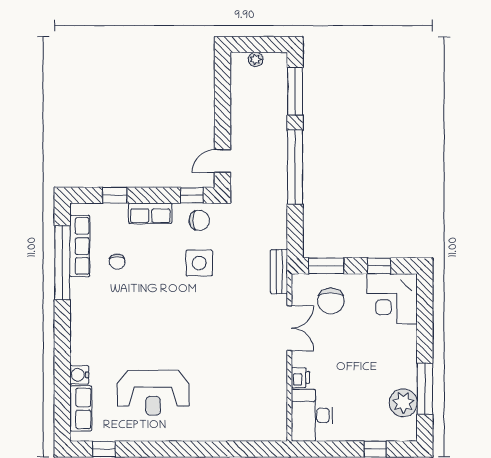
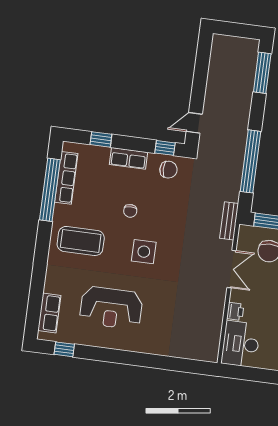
plant: (256, 59) -> (233, 42), removed
window: (295, 167) -> (251, 161), moved
chair: (117, 262) -> (130, 211), moved
side table: (199, 263) -> (144, 252), moved
coffee table: (107, 318) -> (81, 241), added
water cooler: (79, 375) -> (52, 285), removed

